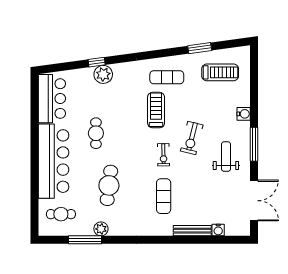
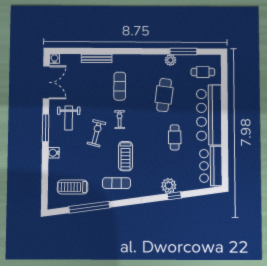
window: (200, 48) -> (89, 207), width x2.11
double door: (254, 201) -> (46, 82), swing flipped
water cooler: (218, 230) -> (55, 59), moved

